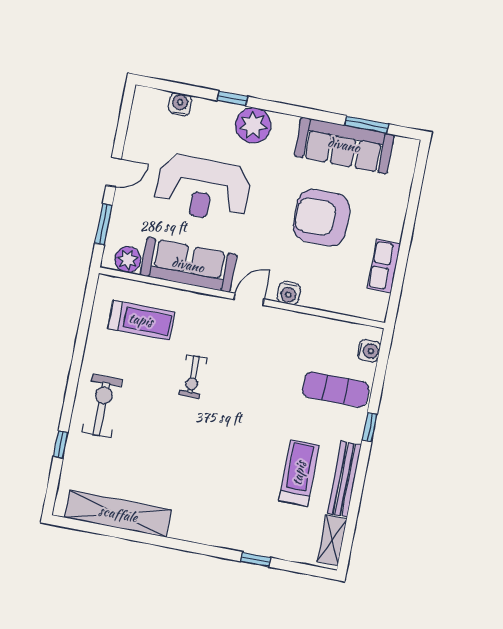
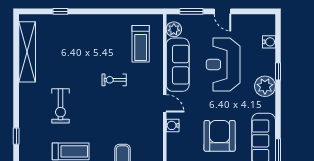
exercise bike: (102, 406) -> (60, 106), moved, turned 90

